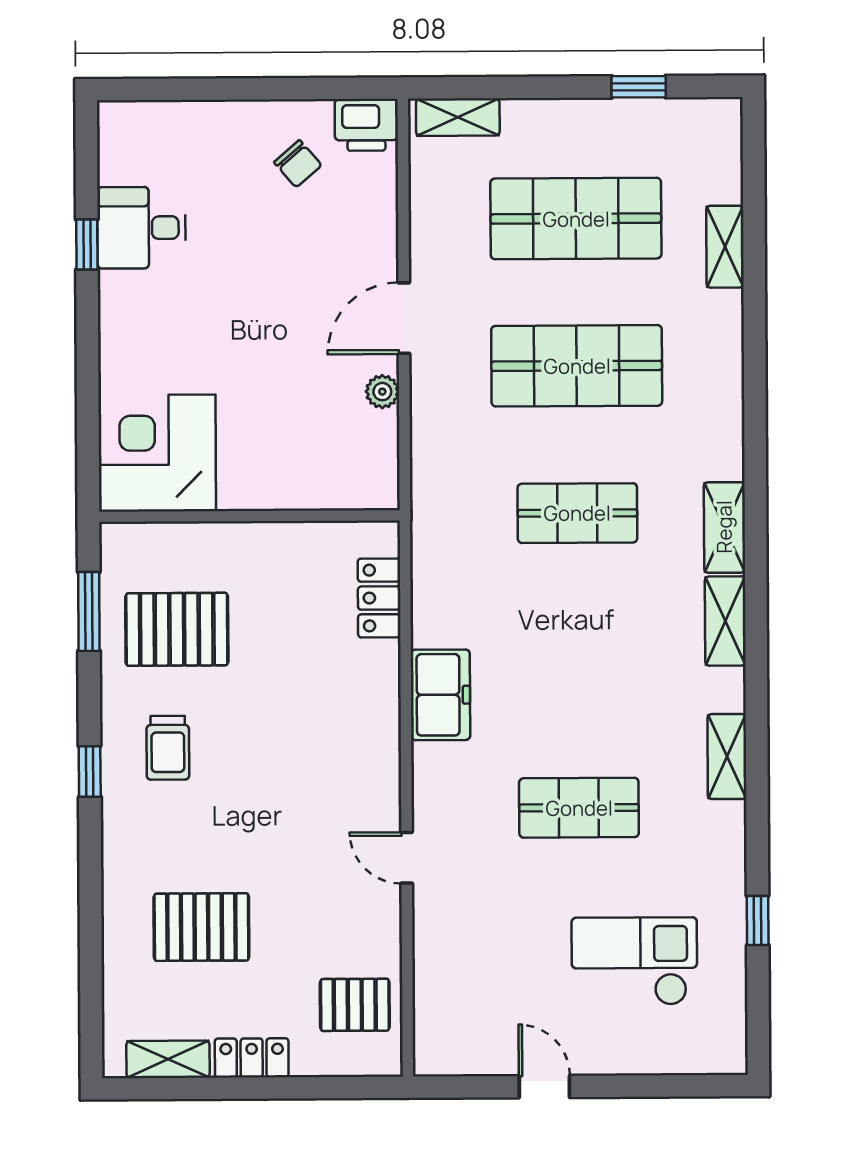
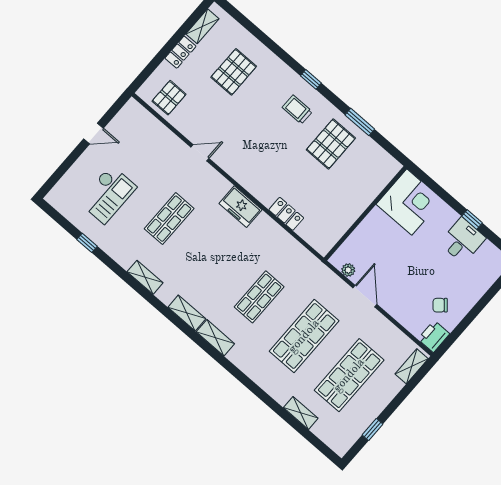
corner desk: (157, 453) -> (409, 202), moved
wall: (249, 516) -> (365, 213), moved

